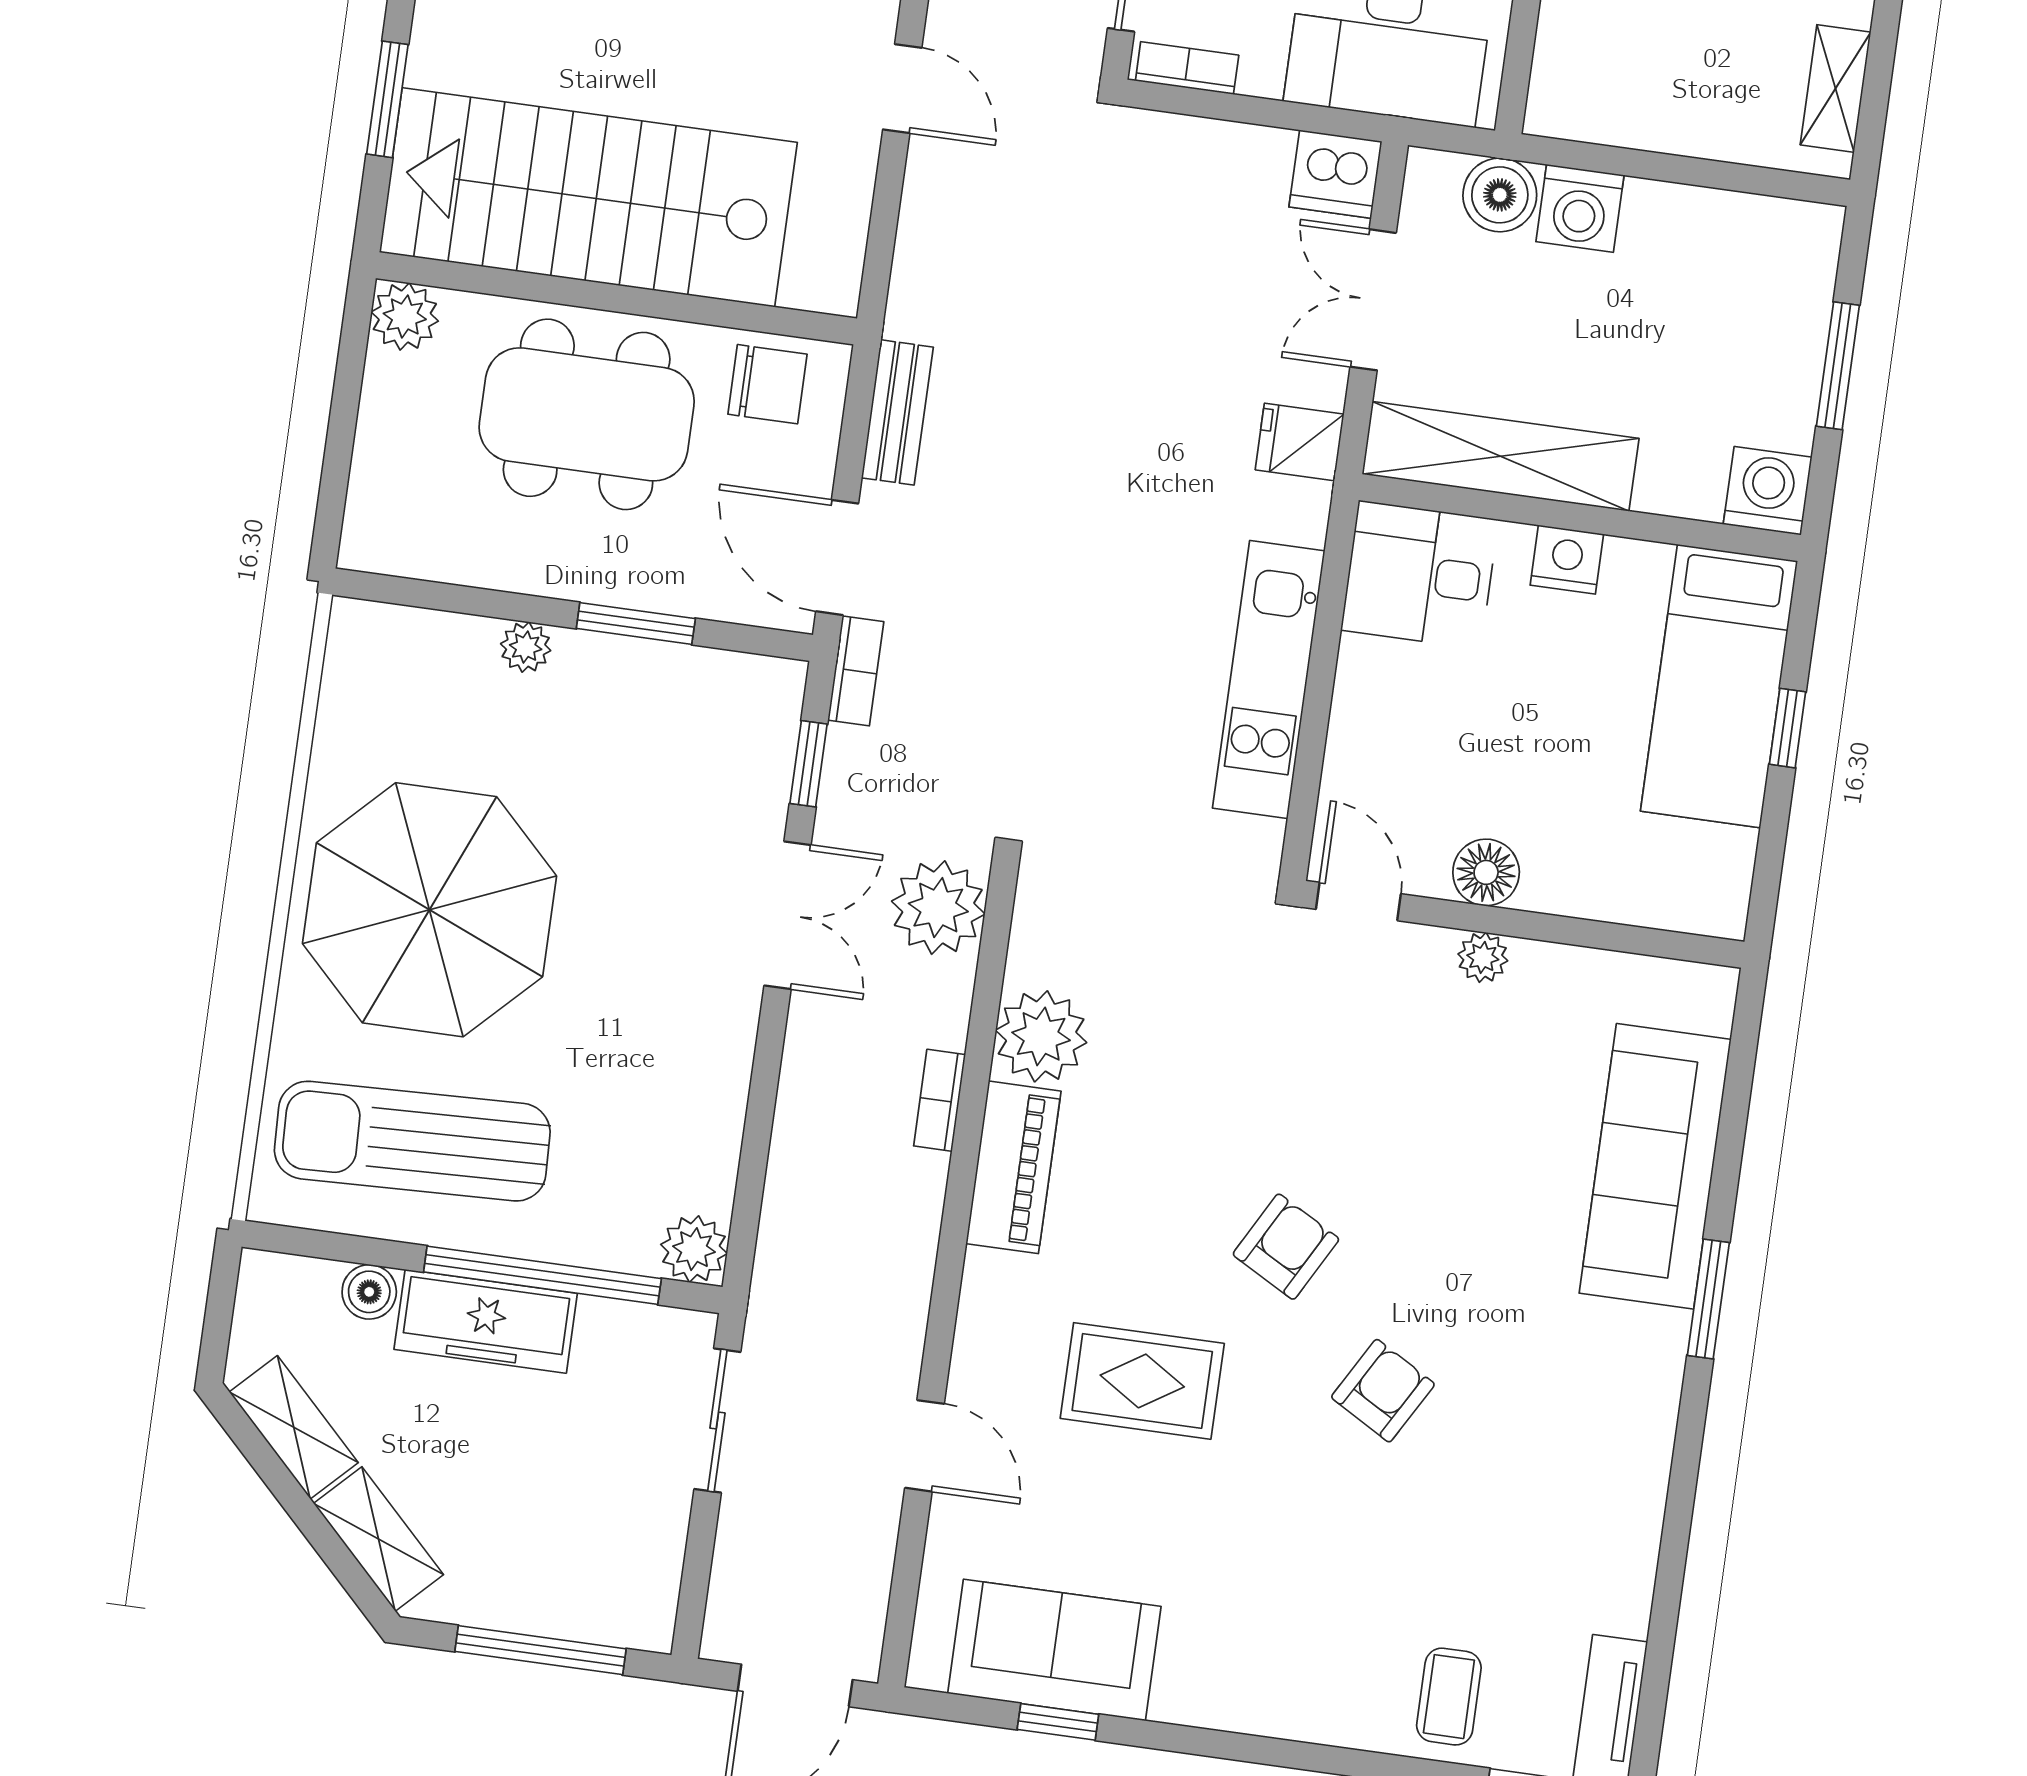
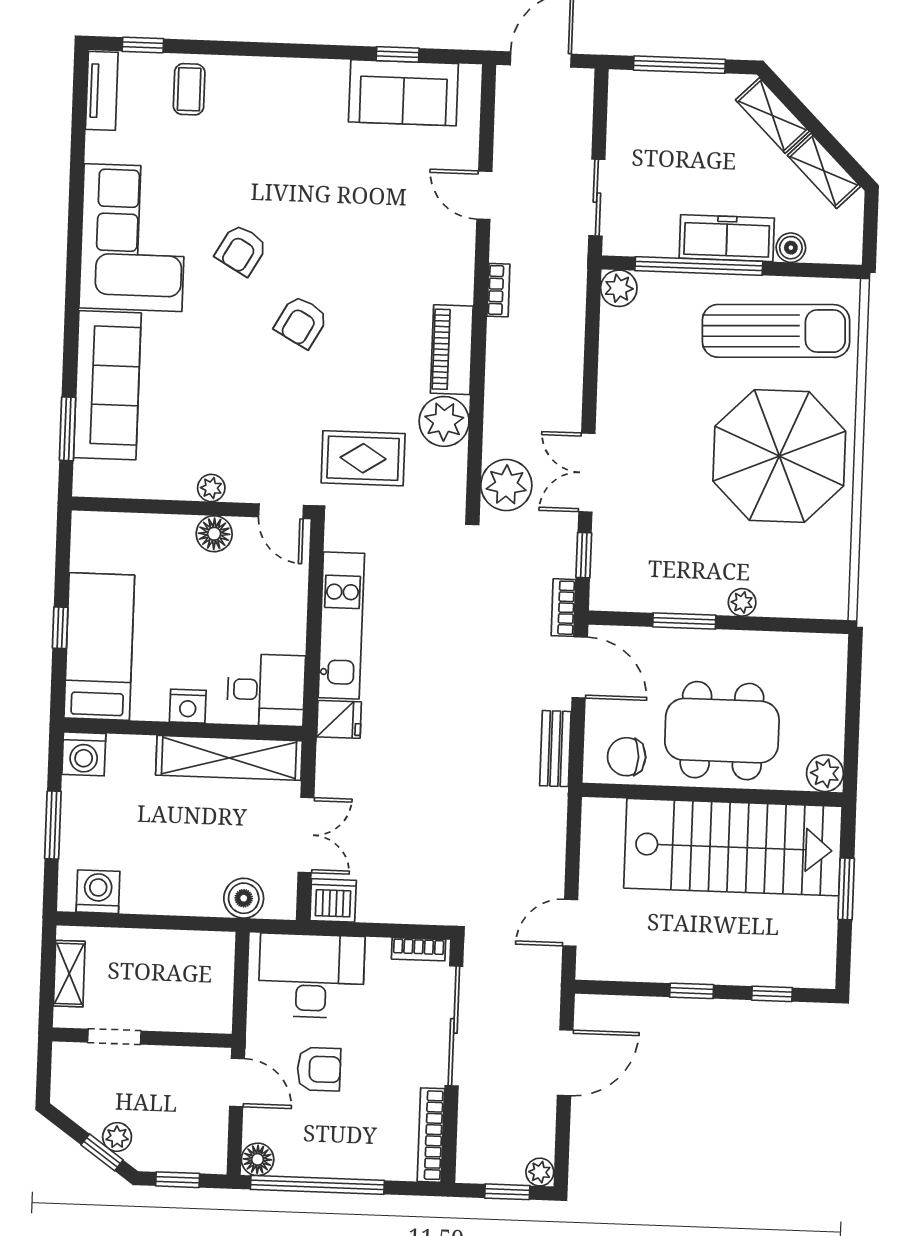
door: (902, 89) -> (570, 923), hinge flipped
washing machine: (1580, 208) -> (98, 892), moved
fridge: (1300, 442) -> (339, 719), moved
bookcase: (940, 1100) -> (498, 290), moved
window: (1708, 1299) -> (67, 429), moved
rug: (1142, 1381) -> (363, 458), moved
corner sofa: (1580, 1434) -> (133, 238), added

